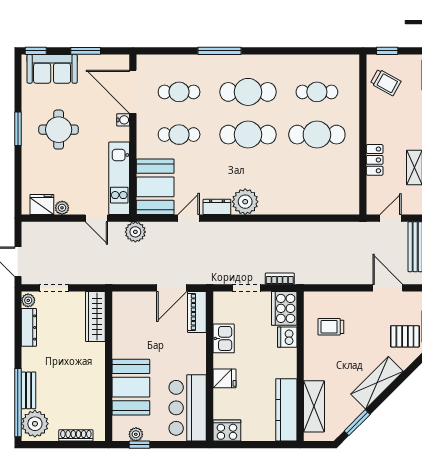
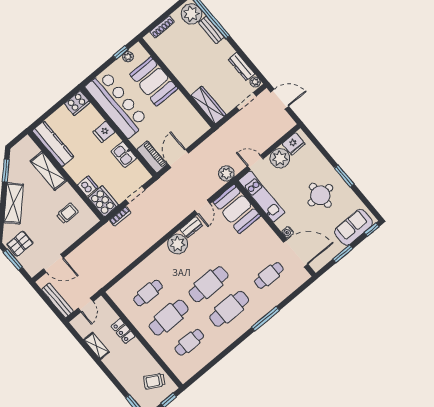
cafe table: (179, 135) -> (148, 293), moved
plant: (62, 208) -> (280, 158), width x1.88, depth x1.88
shelving: (314, 406) -> (48, 171), moved
bar counter: (188, 408) -> (117, 104), width x1.36

